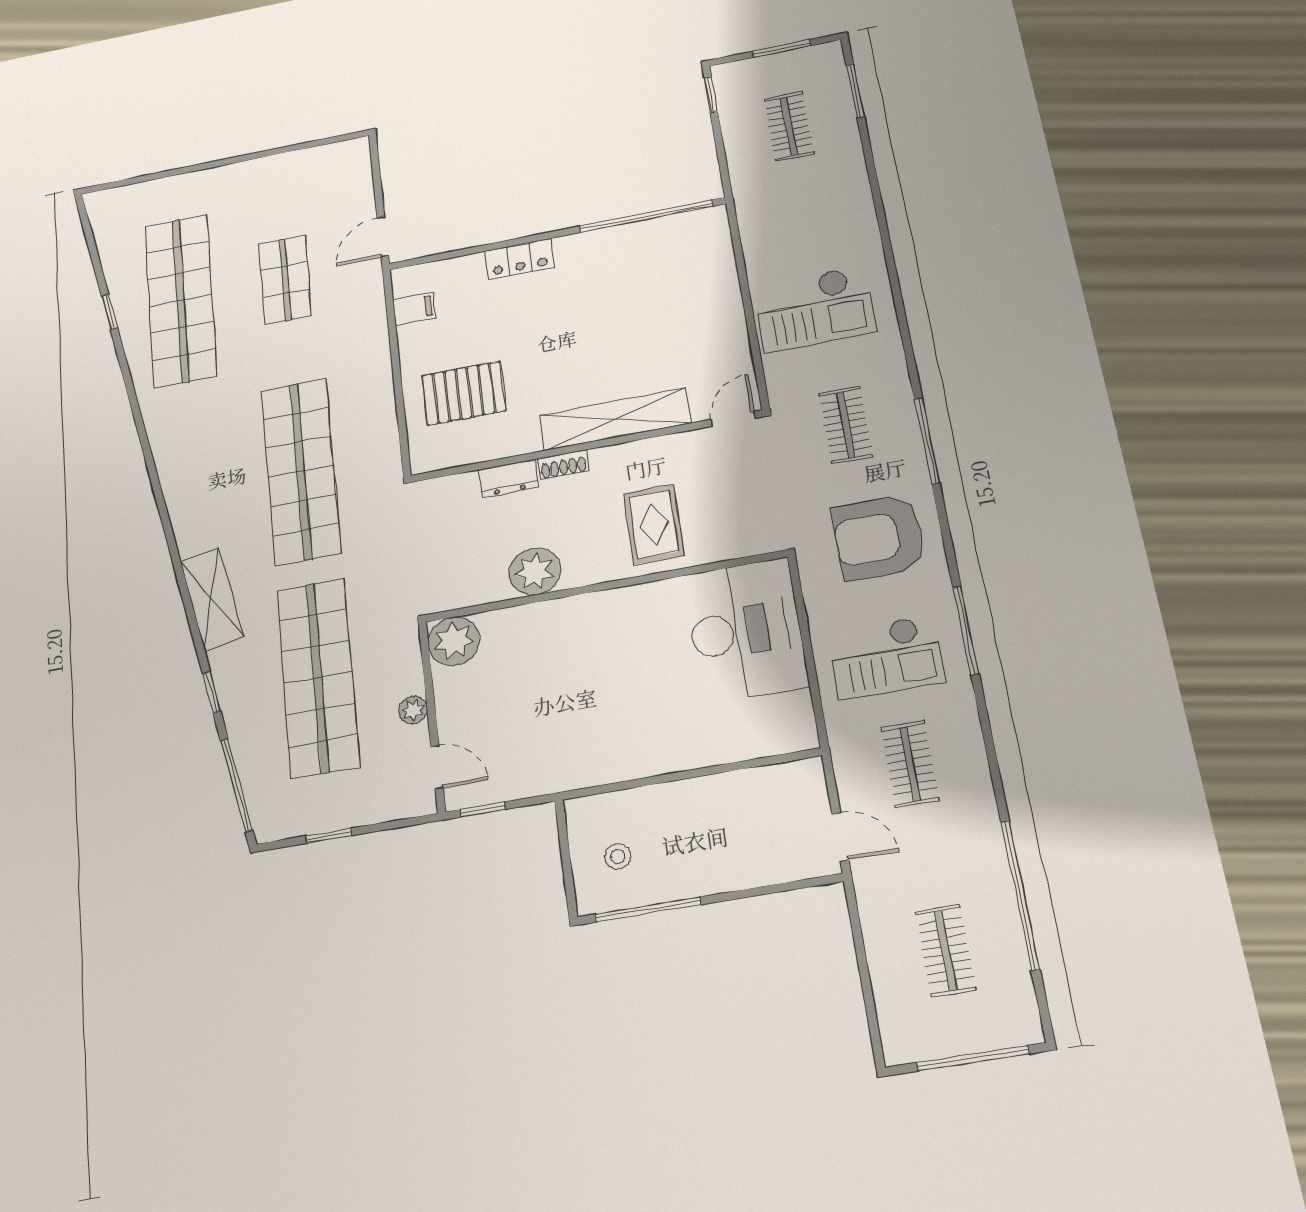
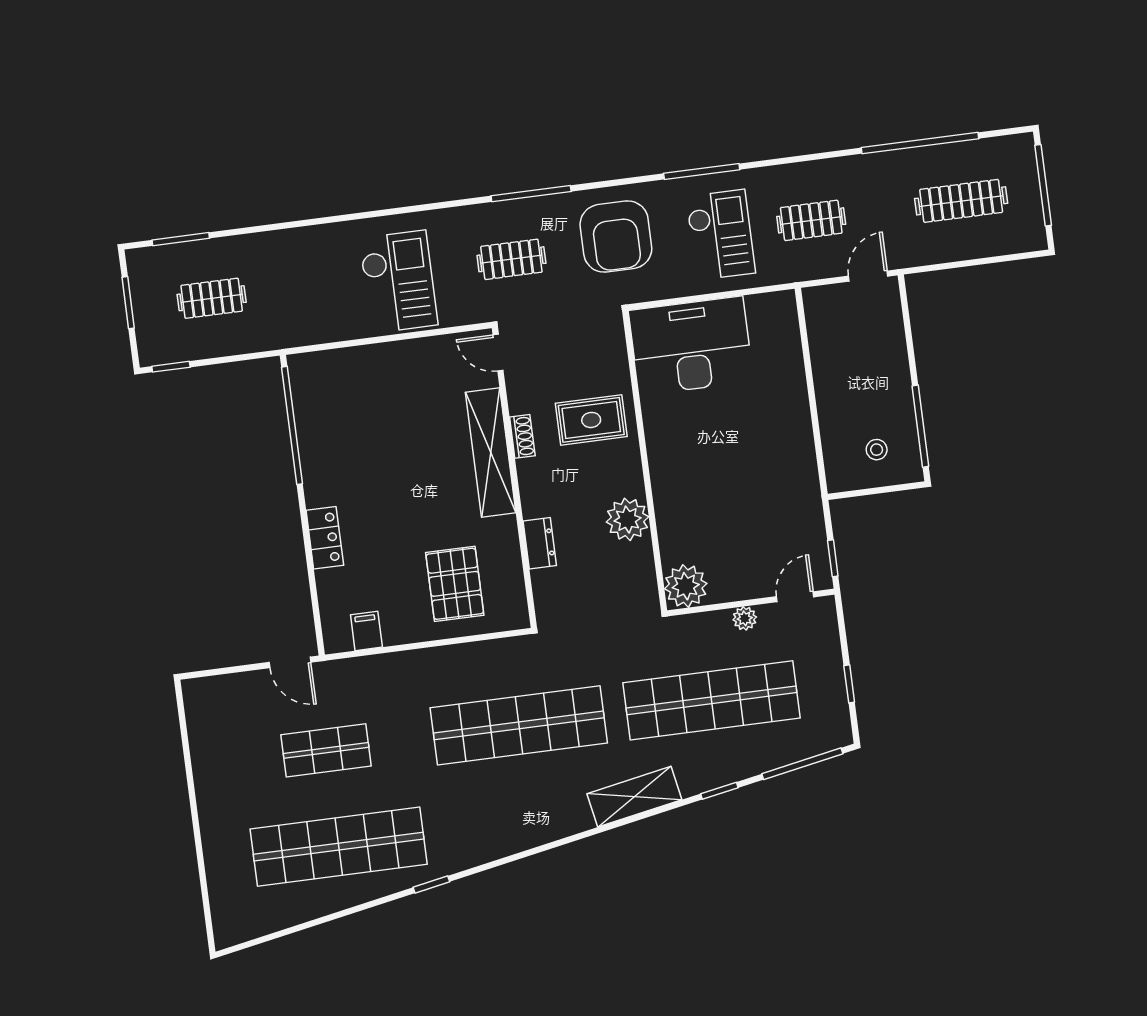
window: (109, 312) -> (431, 885), moved
shoe rack: (563, 465) -> (522, 436), moved
clothes rail: (945, 951) -> (961, 201), width x1.36

